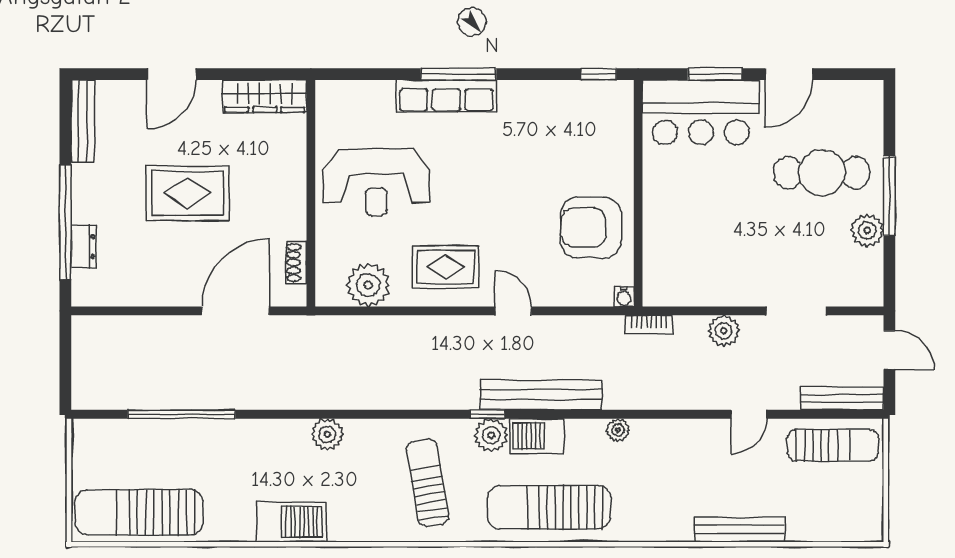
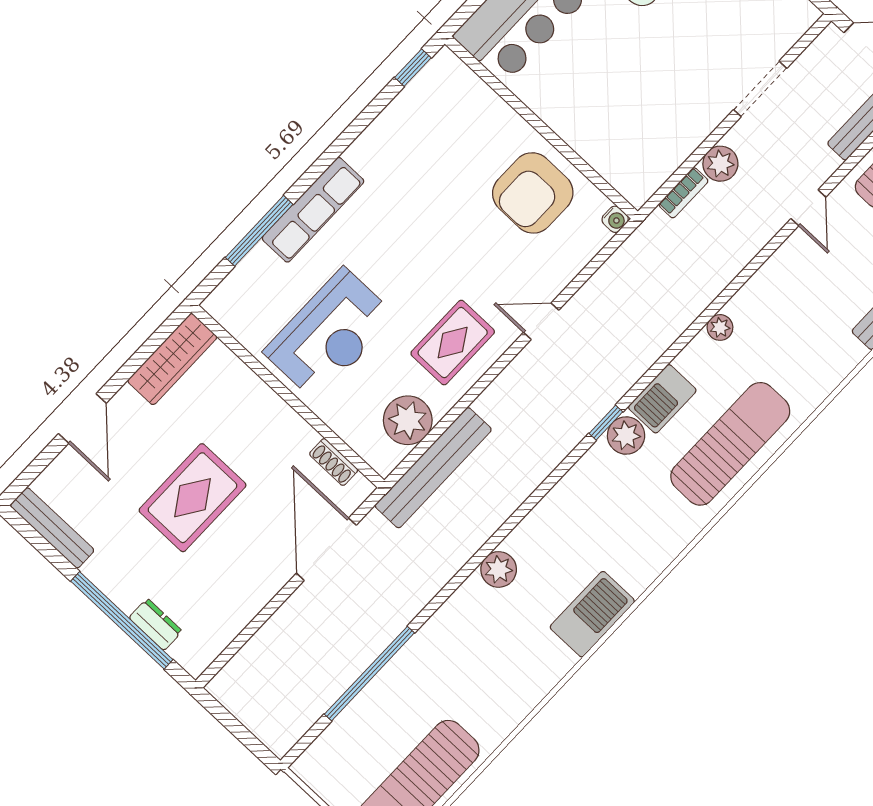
window: (459, 74) -> (259, 231), moved
bookcase: (649, 325) -> (683, 193), moved
bench: (541, 395) -> (433, 468), moved
sun lounger: (428, 483) -> (616, 525), removed
sun lounger: (549, 507) -> (730, 444), turned 180
barbecue: (292, 522) -> (592, 614), moved

